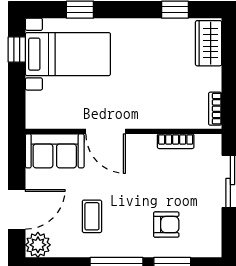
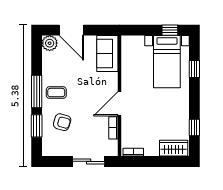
door: (106, 131) -> (119, 104), moved
coffee table: (92, 216) -> (56, 93), moved
armchair: (166, 225) -> (62, 122), turned -74

